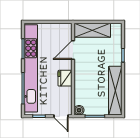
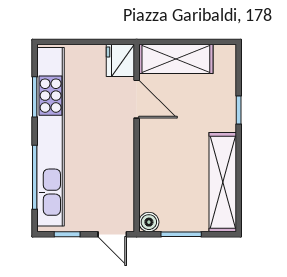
door: (73, 50) -> (137, 99), swing flipped
fridge: (65, 78) -> (120, 60), moved

